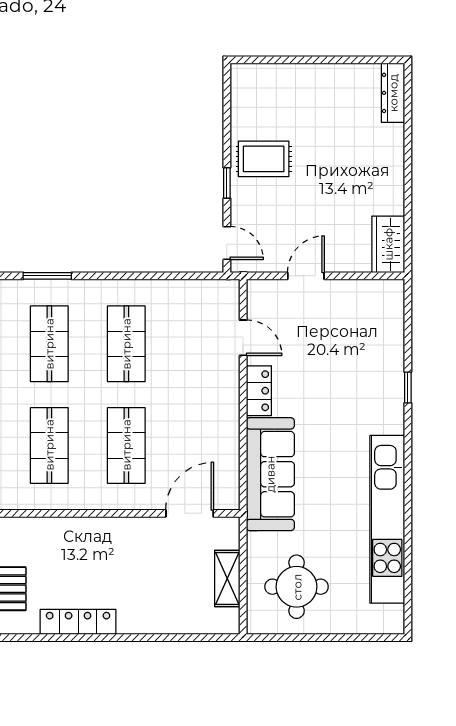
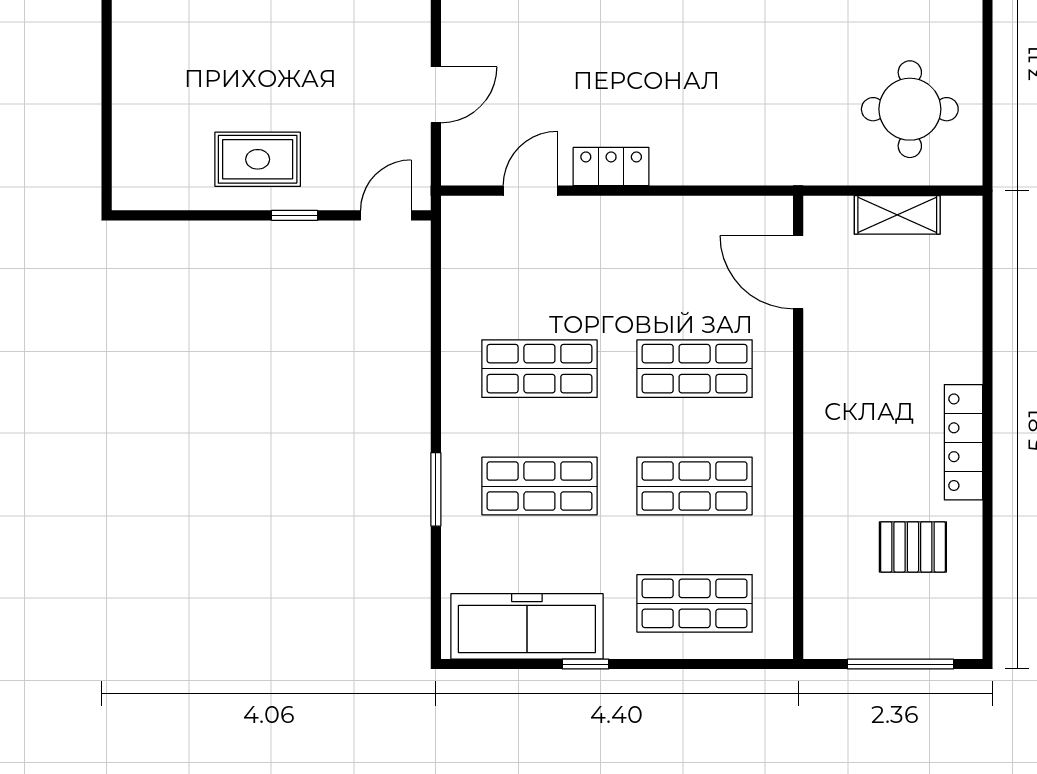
rug: (264, 159) -> (258, 159), turned 90
door: (306, 276) -> (436, 95), swing flipped
sofa: (270, 474) -> (738, 149), removed

